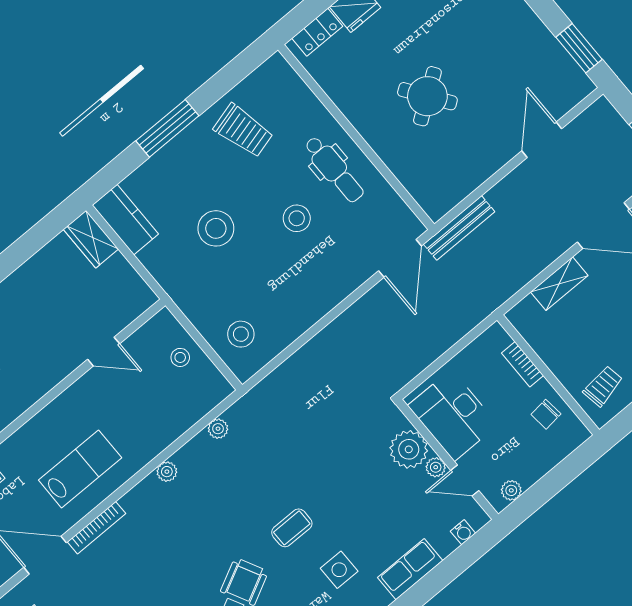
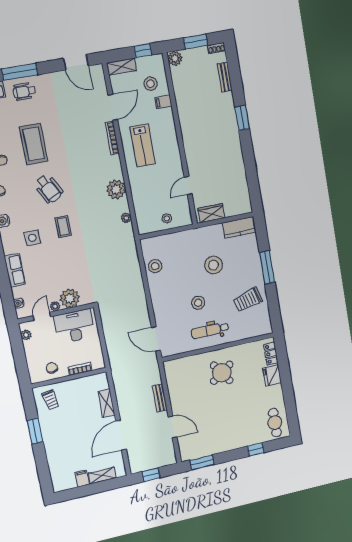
round table: (427, 96) -> (222, 373), moved
bench: (459, 228) -> (160, 398), moved, width x0.73
wardrobe: (91, 239) -> (211, 213), moved
stool: (241, 334) -> (155, 266), moved
plant: (167, 472) -> (116, 189), width x1.88, depth x1.88

